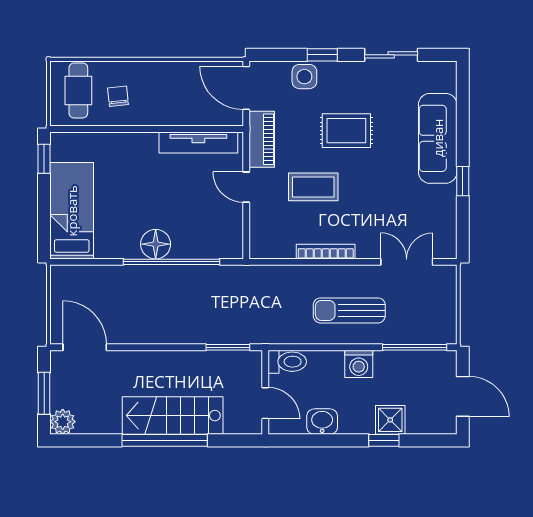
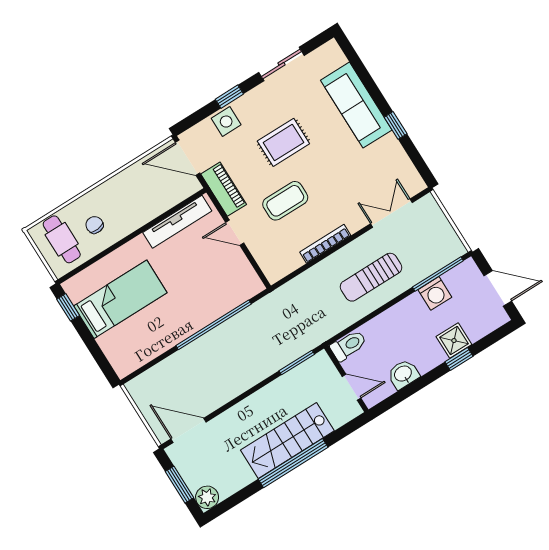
bed: (72, 211) -> (120, 299), moved, turned 90
floor lamp: (156, 244) -> (193, 319), removed
washing machine: (359, 364) -> (435, 293), moved

